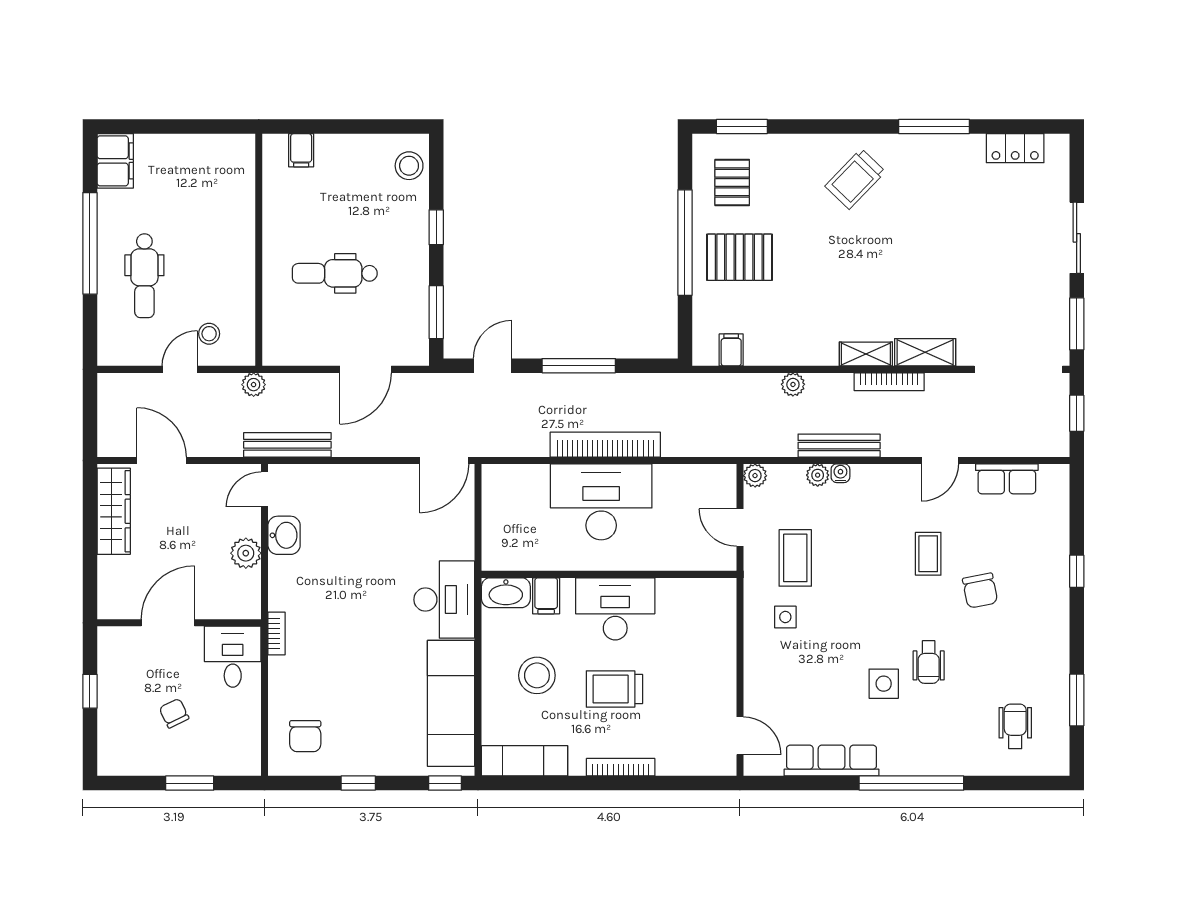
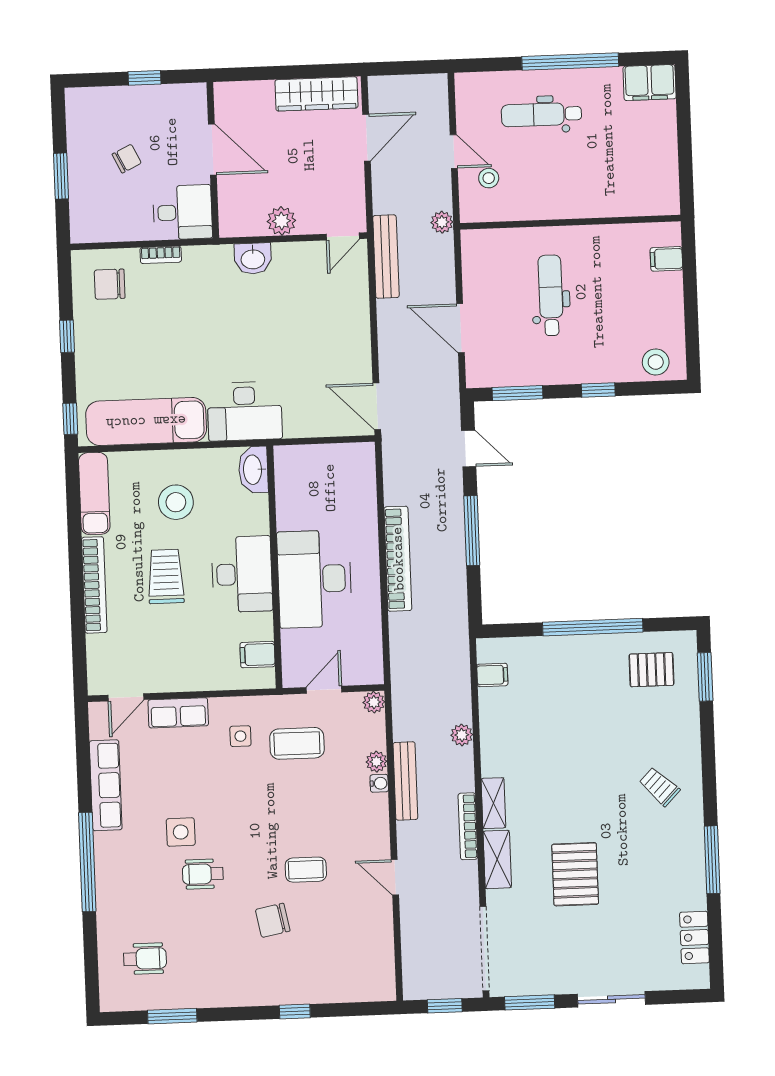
trolley: (855, 179) -> (659, 787), width x0.73, depth x0.72
pallet: (740, 257) -> (575, 874), moved
row of seats: (1007, 479) -> (178, 713), moved, turned -90
door: (264, 489) -> (343, 236), swing flipped
desk: (601, 502) -> (314, 579), moved, turned 180
washbasin: (284, 535) -> (253, 259), moved
filing cabinet: (546, 596) -> (258, 655), moved
bookcase: (276, 633) -> (161, 255), moved
bookcase: (621, 767) -> (94, 585), width x1.48, depth x1.31

